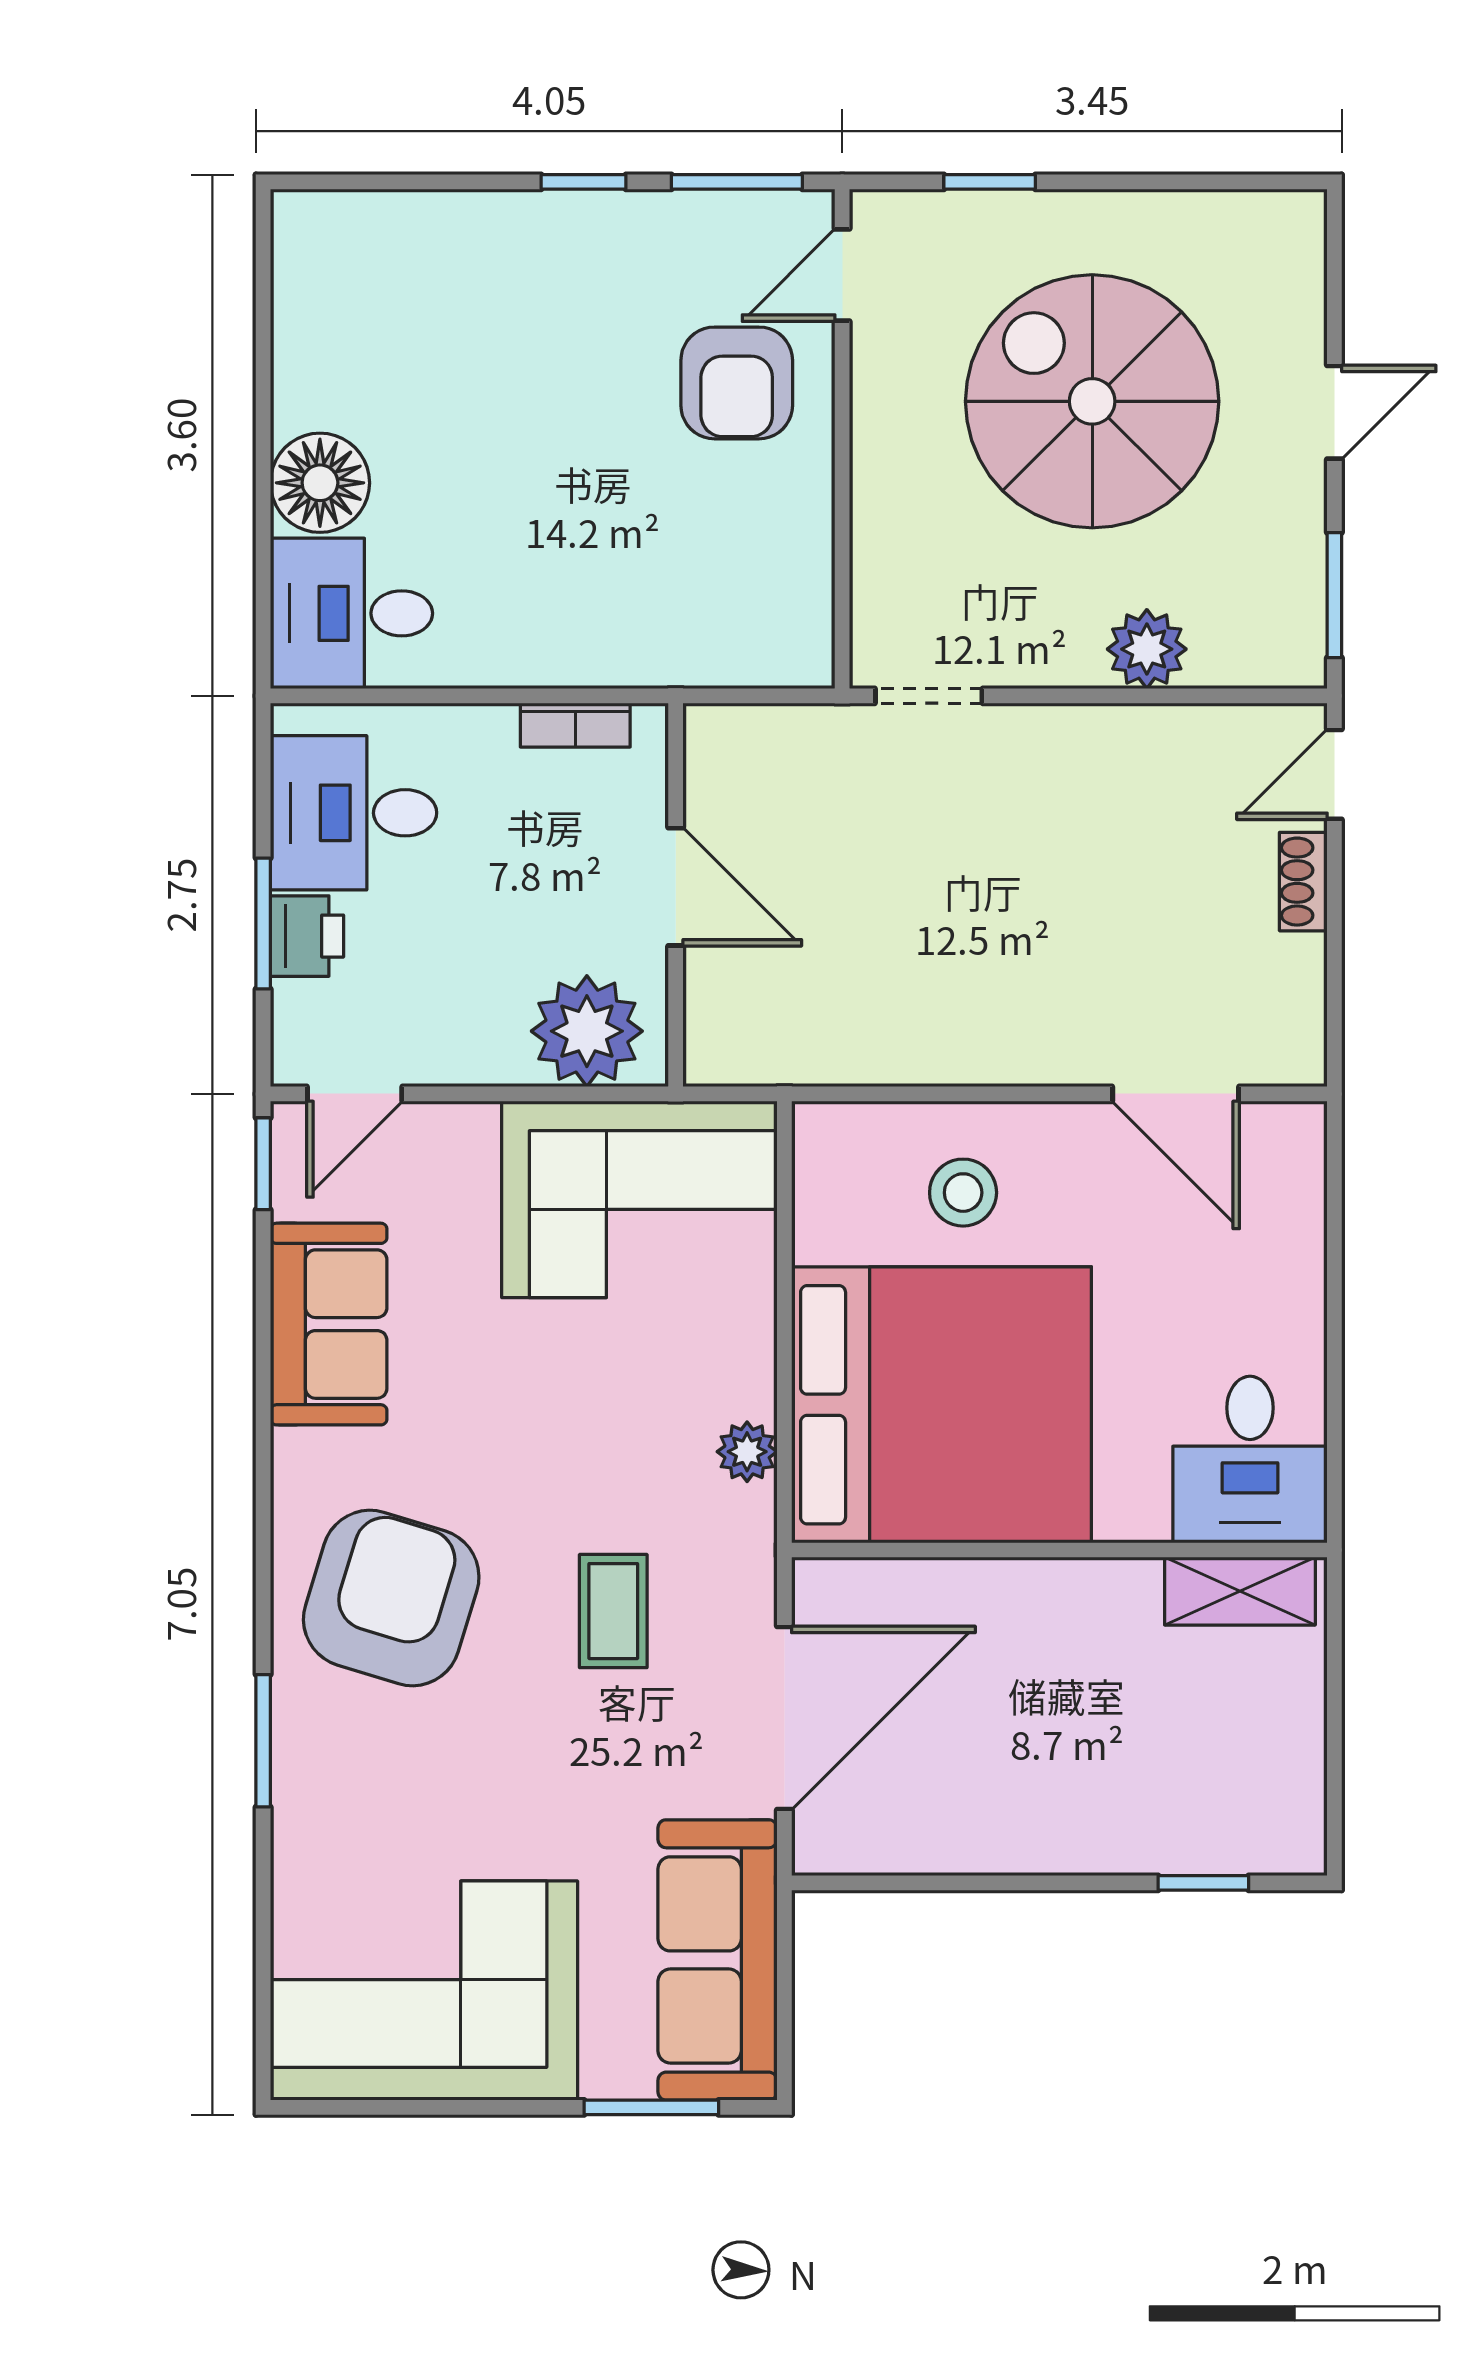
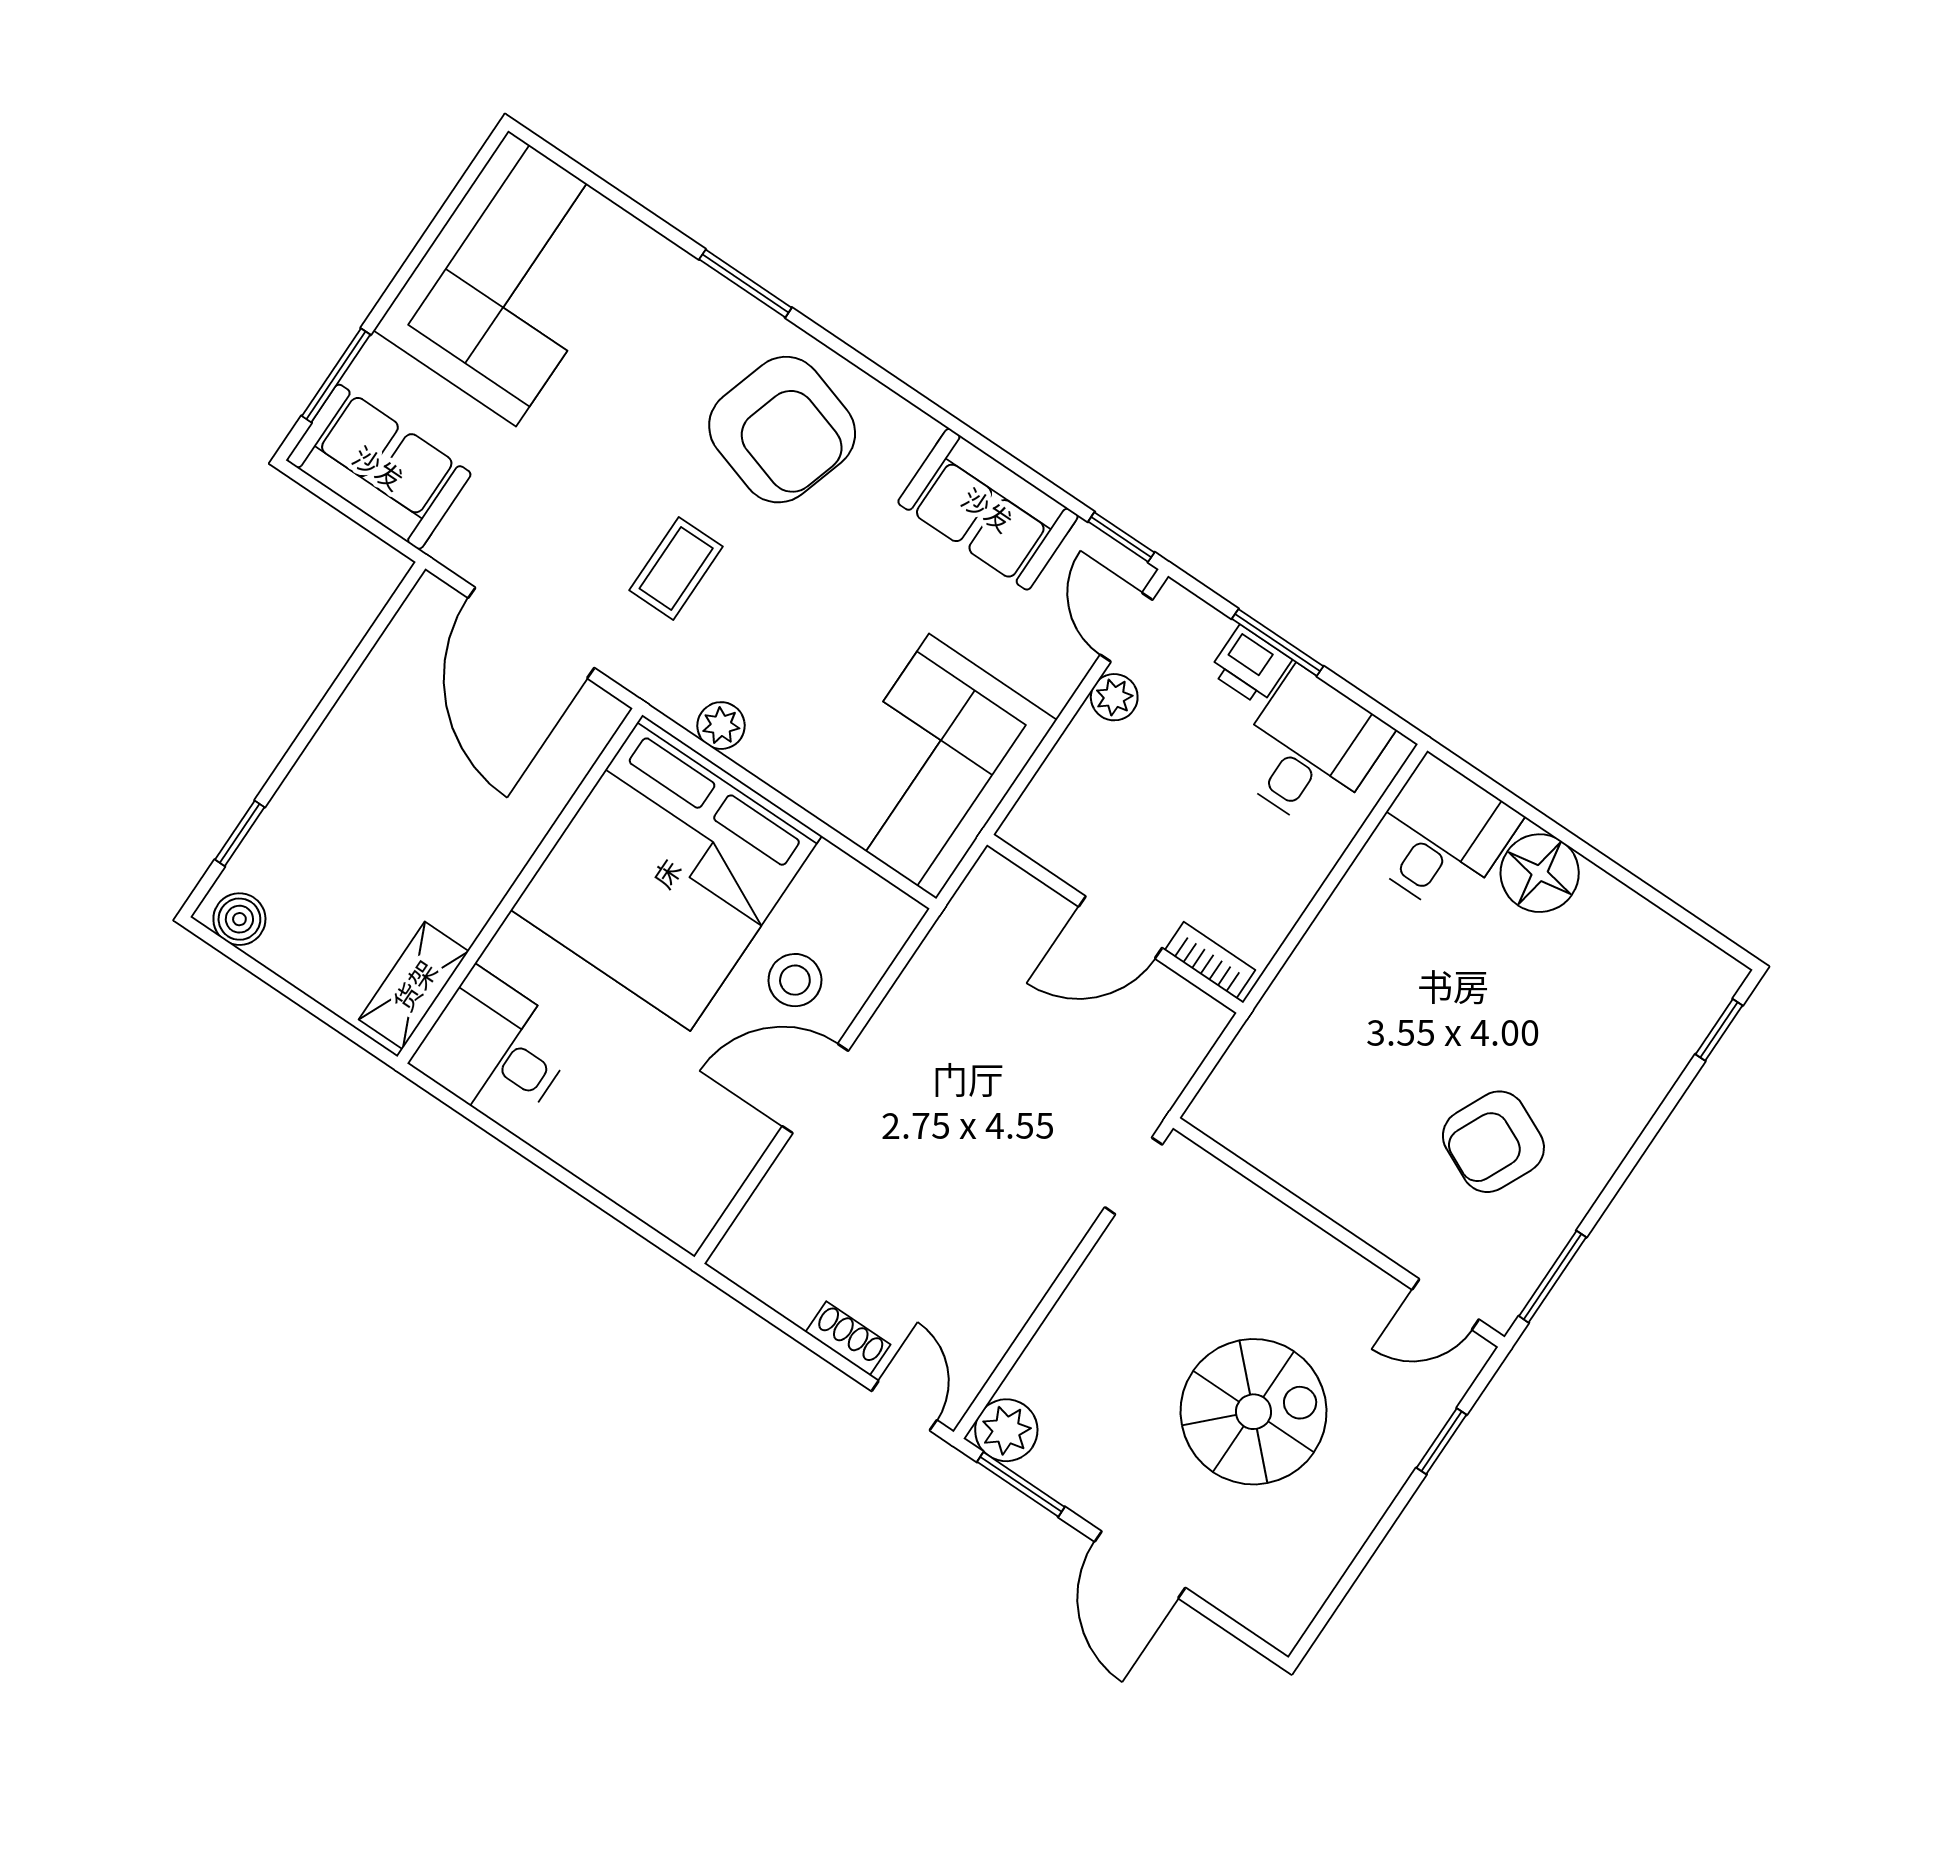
window: (584, 182) -> (1719, 1030), moved
door: (842, 275) -> (1446, 1304), swing flipped
armchair: (737, 383) -> (1493, 1142), moved, turned -65
spiral stairs: (1092, 401) -> (1254, 1412), width x0.73, depth x0.73
door: (1334, 412) -> (1140, 1565), width x1.38
plant: (1147, 649) -> (1006, 1430), moved
bookcase: (575, 725) -> (1210, 960), moved, turned 90
plant: (587, 1031) -> (1114, 697), moved, width x0.53, depth x0.53
door: (1176, 1094) -> (815, 1089), moved
coffee table: (613, 1611) -> (676, 568), turned 90
boiler: (1294, 1822) -> (239, 919), added
sofa: (717, 1960) -> (379, 467), width x0.73

